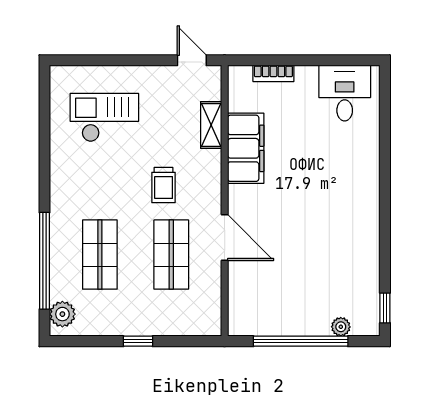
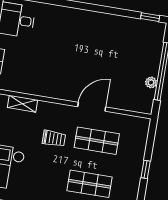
filing cabinet: (246, 148) -> (40, 85), removed
plant: (341, 327) -> (151, 82), moved

